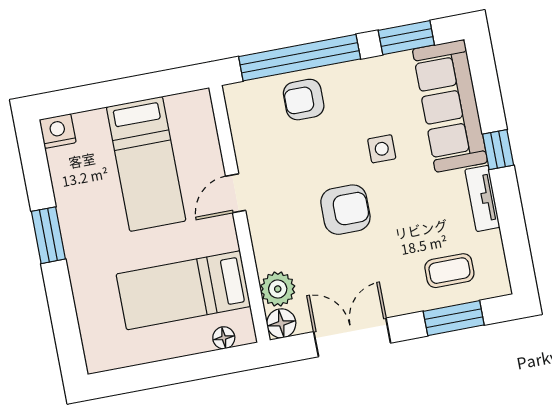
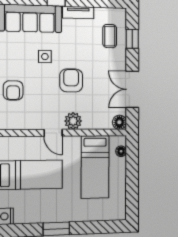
plant: (278, 289) -> (73, 121), moved
window: (454, 318) -> (132, 39), width x0.67

